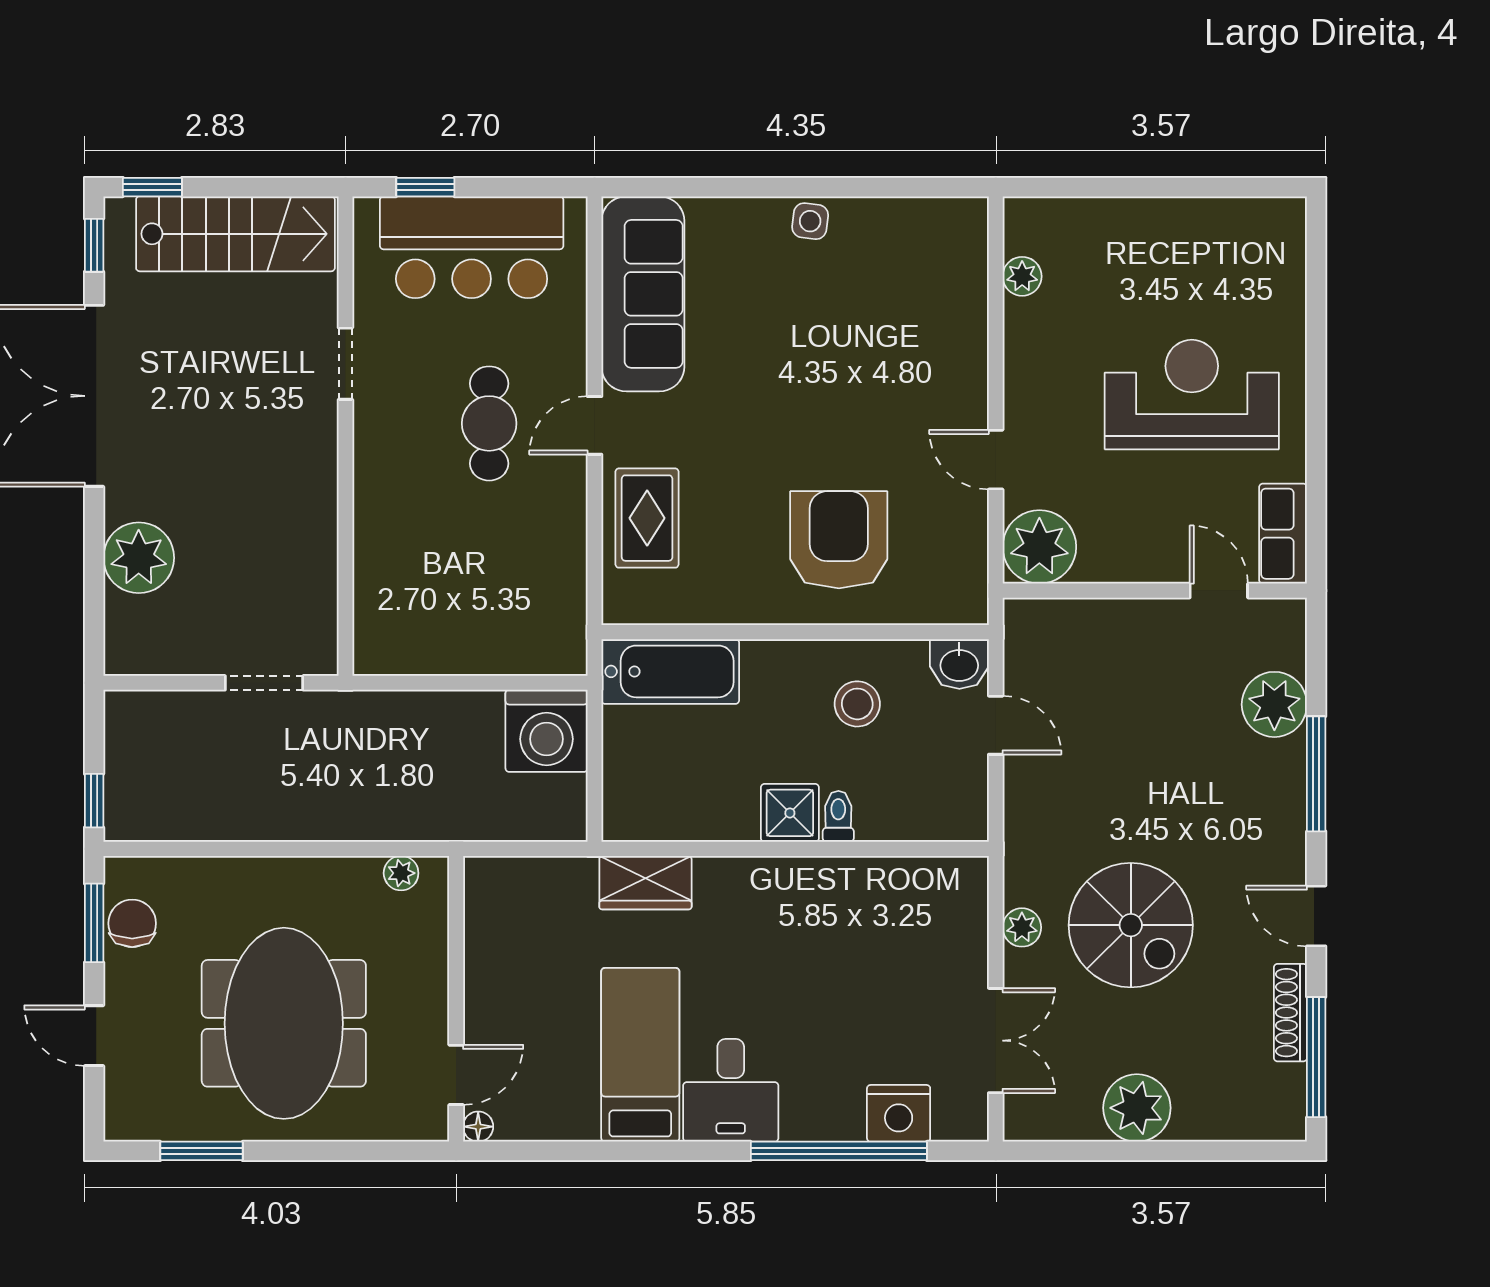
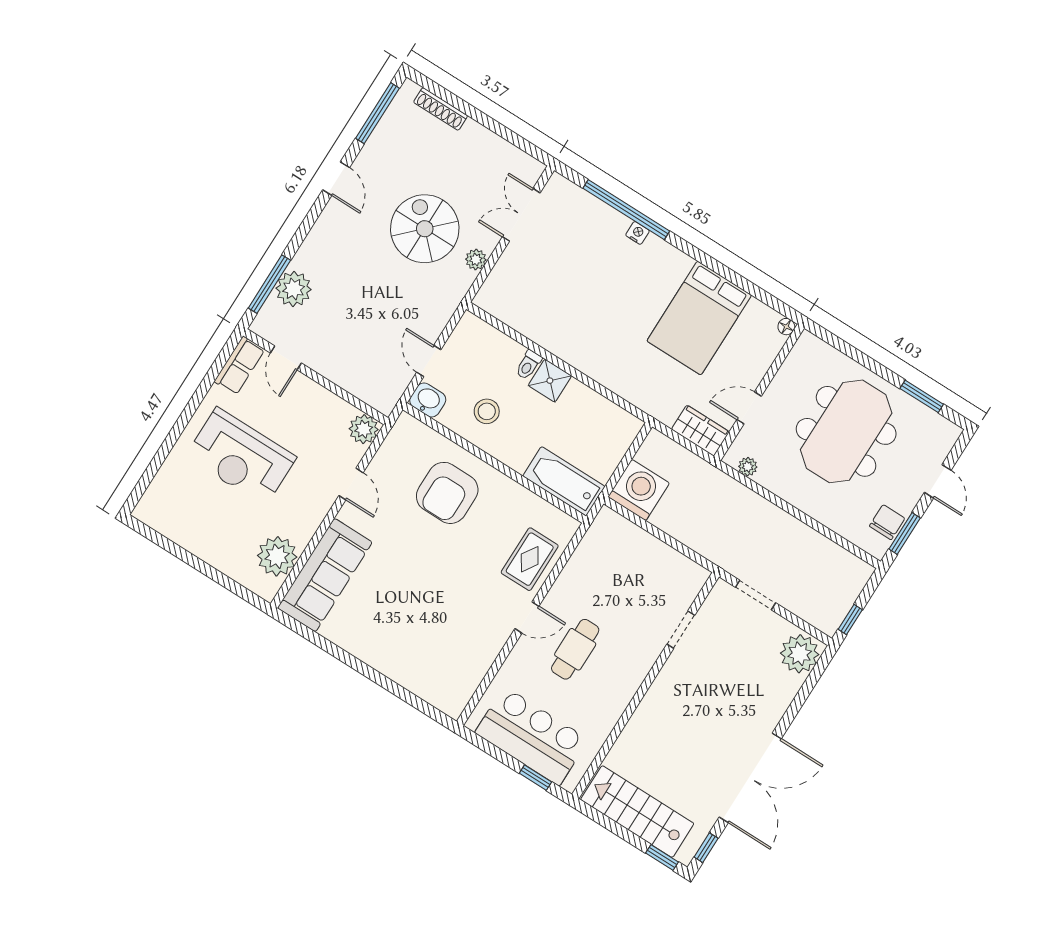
side table: (810, 221) -> (367, 649), removed
plant: (1022, 276) -> (277, 556), width x1.87, depth x1.87
sofa: (643, 294) -> (325, 575), moved, turned 180
doorway: (345, 364) -> (681, 630), moved
plant: (1039, 547) -> (364, 429), width x0.73, depth x0.73
plant: (139, 558) -> (800, 654), moved
window: (1316, 774) -> (269, 284), moved
window: (94, 801) -> (850, 620), moved
wardrobe: (645, 883) -> (700, 431), moved
chair: (132, 923) -> (887, 522), turned 180
shoe rack: (1290, 1013) -> (441, 109), moved, turned 90
bed: (640, 1055) -> (699, 318), width x1.50
door: (456, 1075) -> (749, 408), moved
desk: (731, 1090) -> (659, 269), removed
plant: (1137, 1108) -> (475, 142), removed
nightstand: (899, 1113) -> (637, 233), moved, width x0.53, depth x0.56

